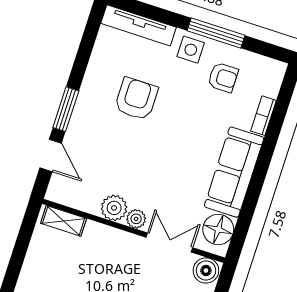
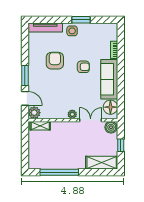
window: (216, 33) -> (81, 20), width x0.69
armchair: (223, 77) -> (83, 67), moved
plant: (114, 208) -> (34, 113), moved

